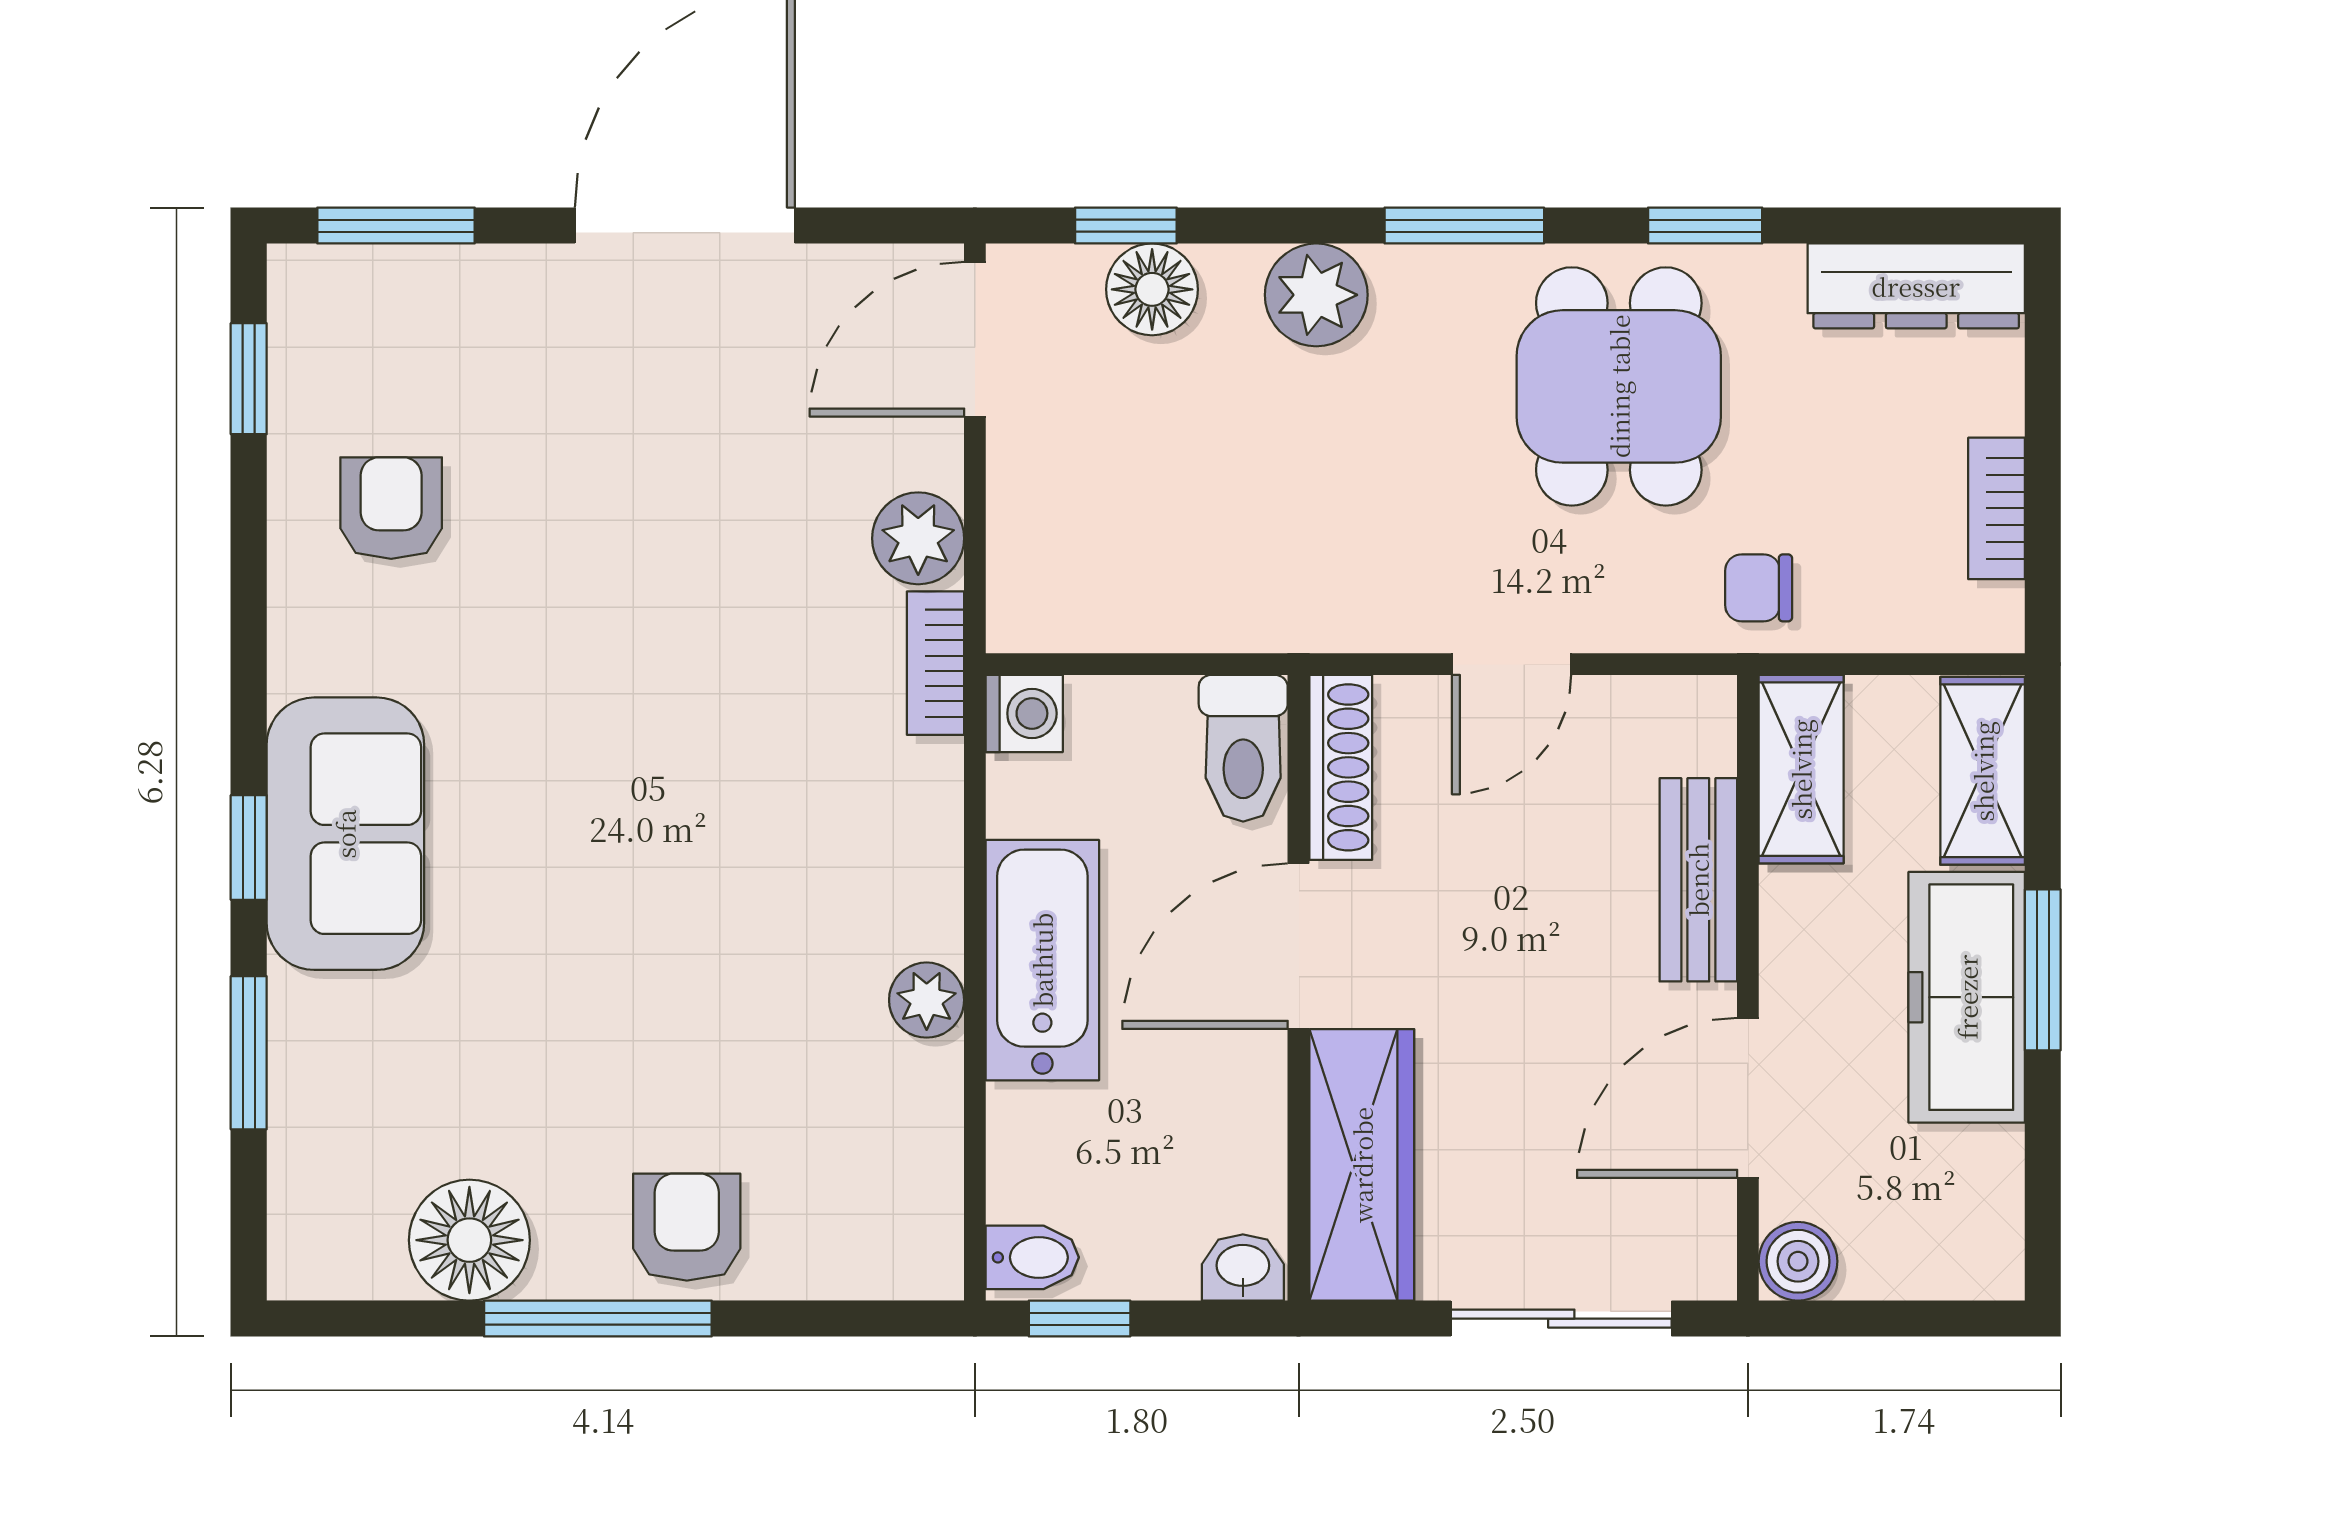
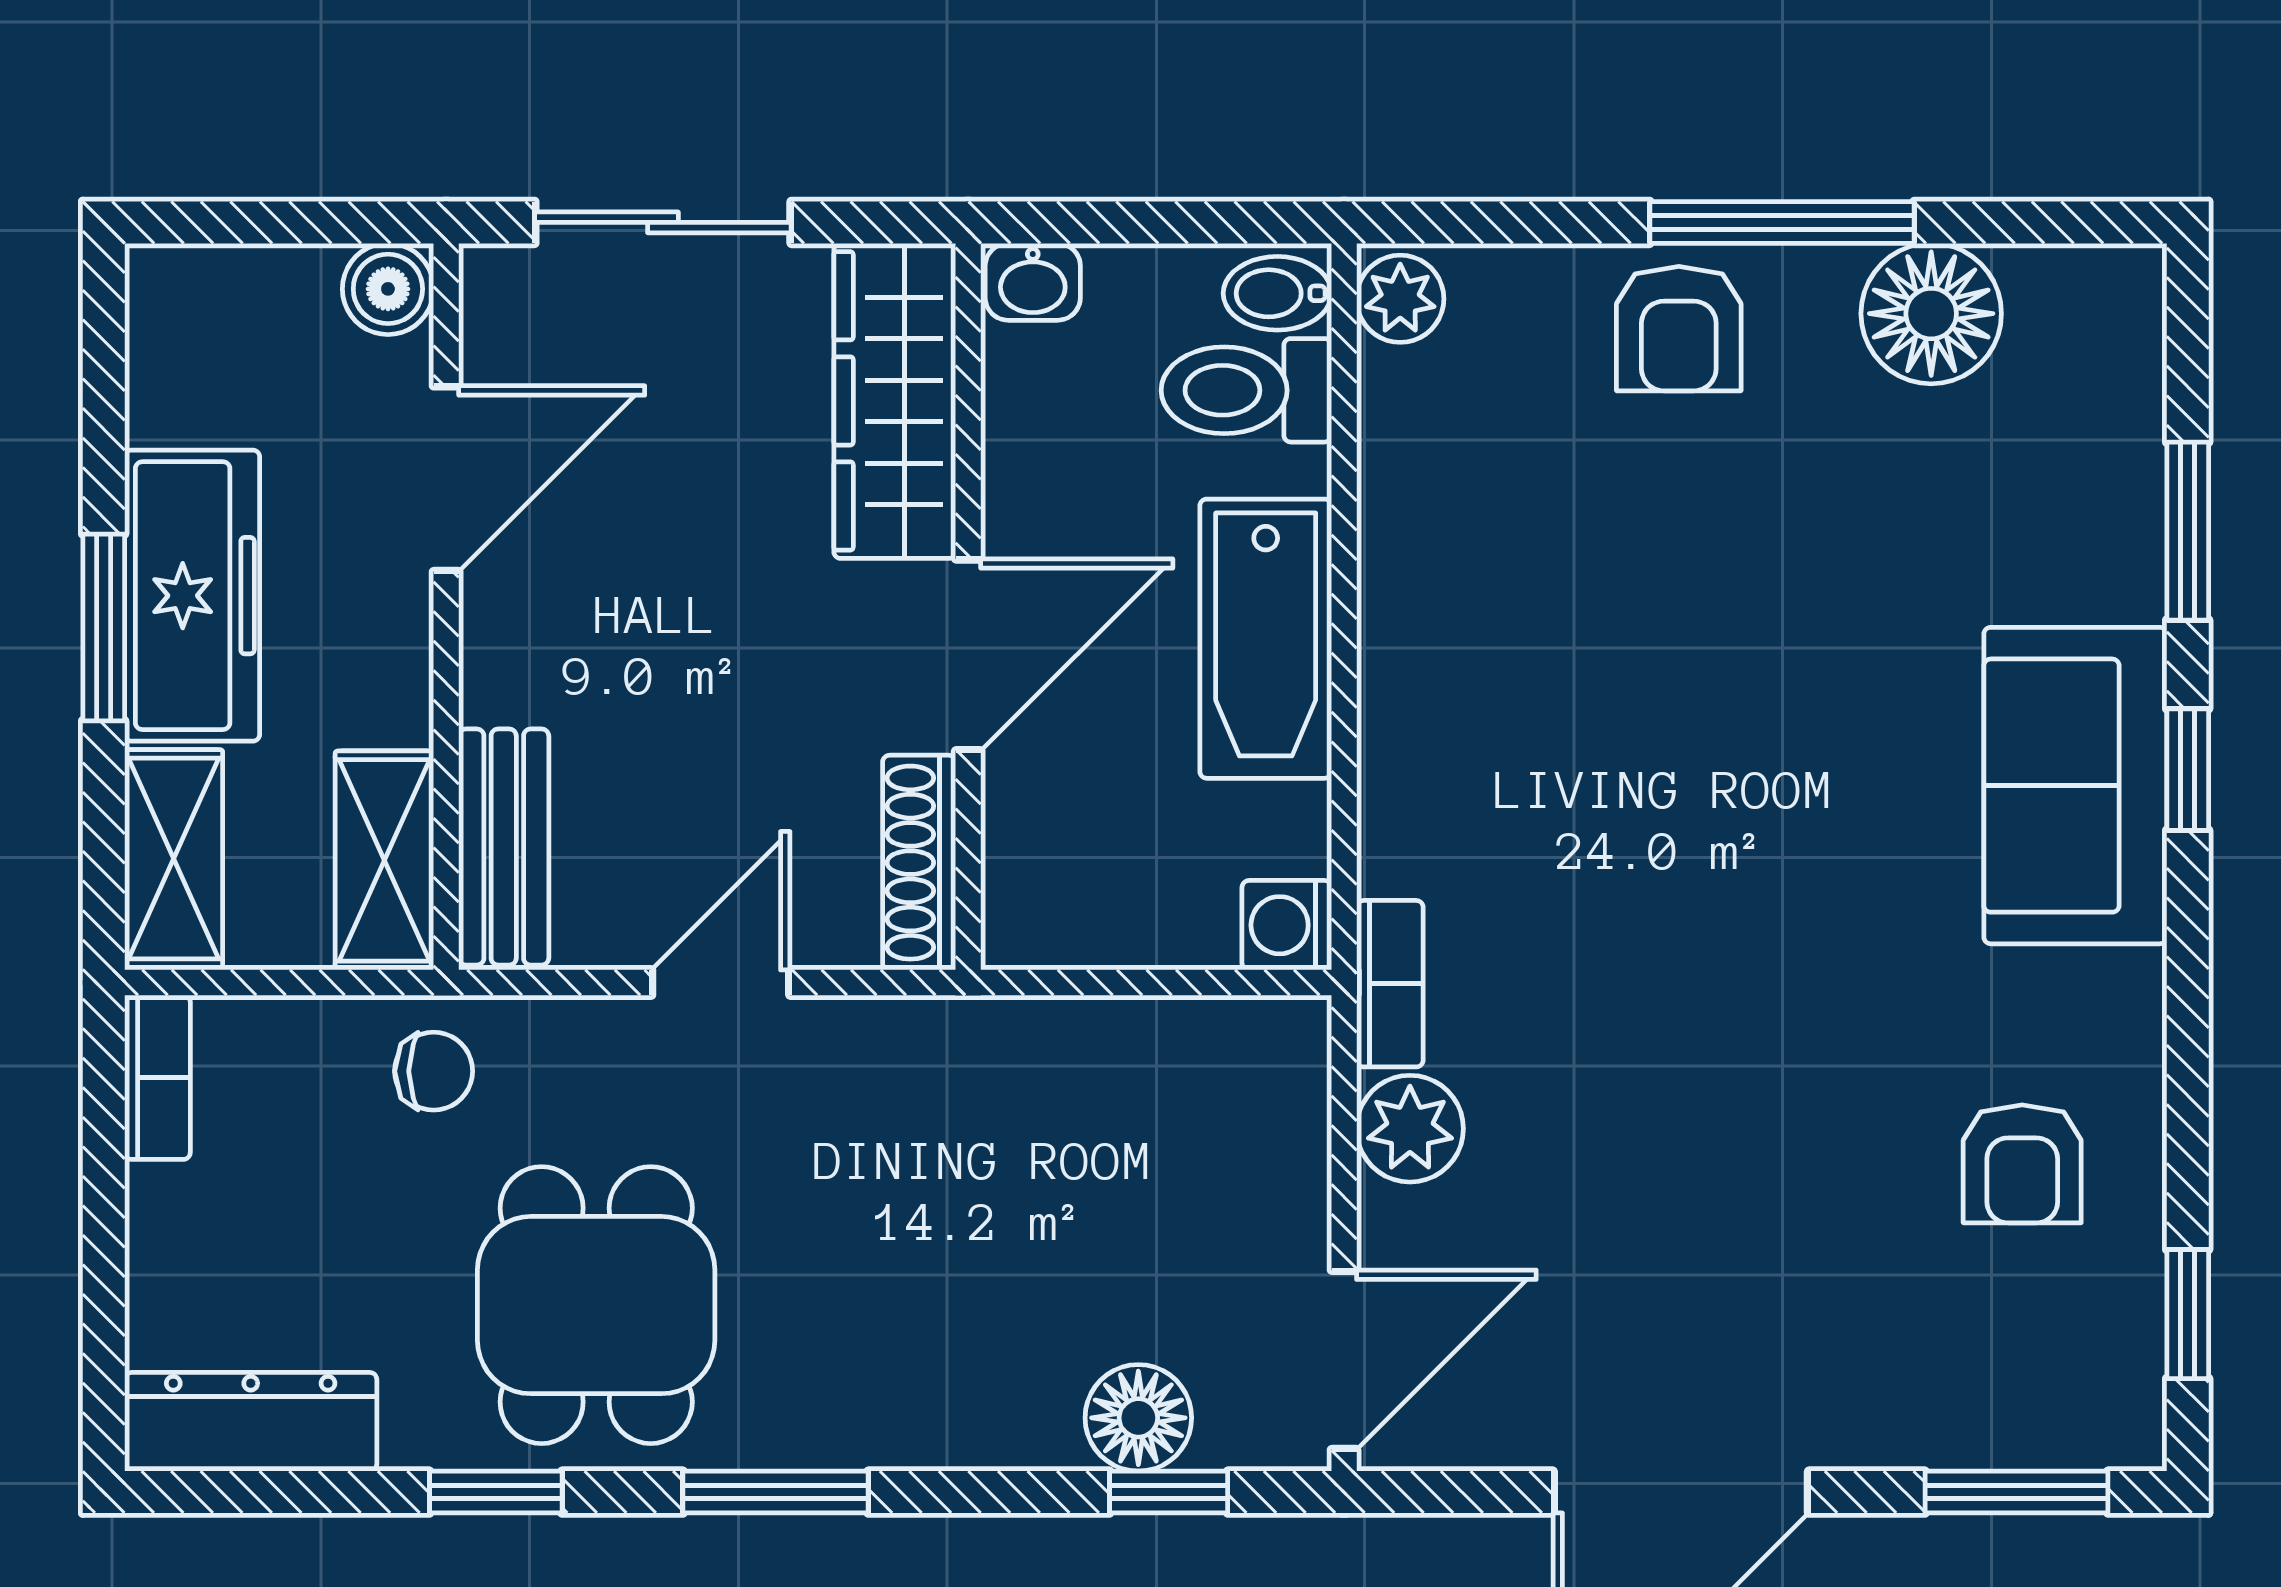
plant: (1316, 295) -> (948, 1411), removed
bookcase: (1996, 508) -> (157, 1077), moved
toilet: (1243, 748) -> (1246, 390), moved, turned -90
bench: (1698, 880) -> (504, 847), moved
plant: (927, 1000) -> (1400, 299), moved
window: (1080, 1319) -> (1222, 222), removed

